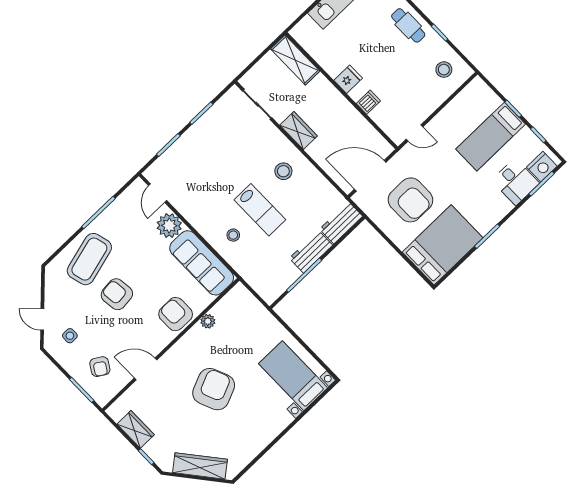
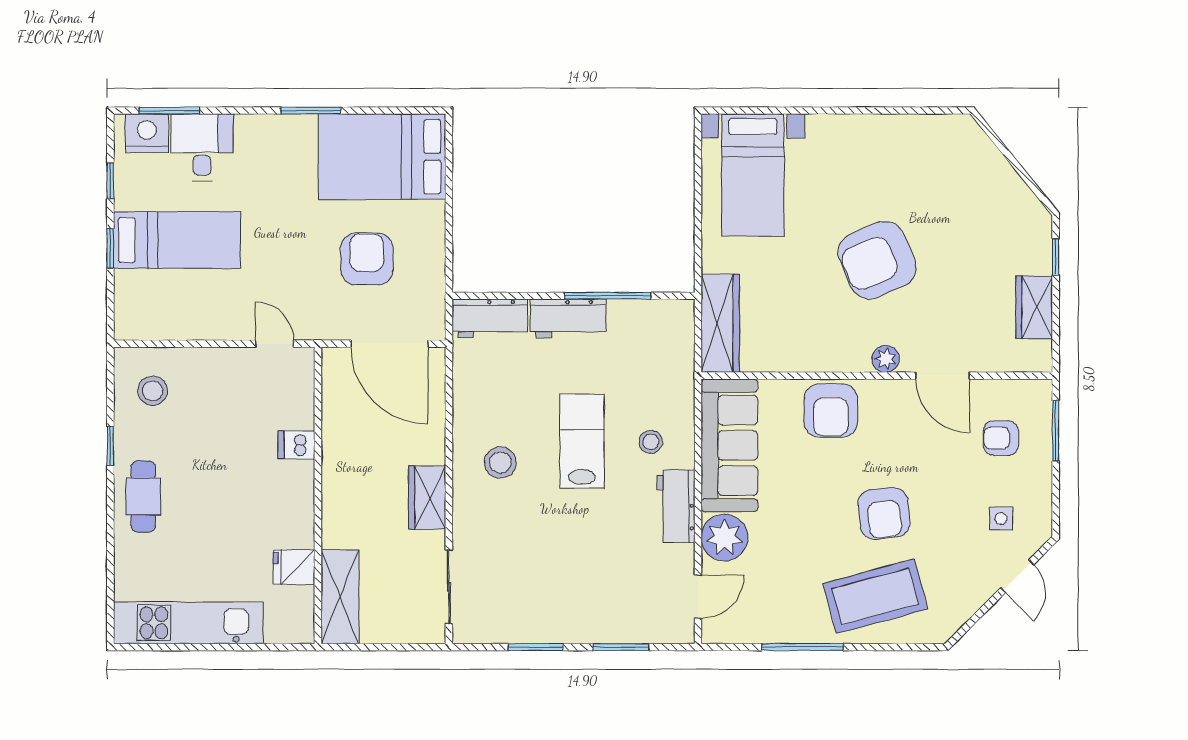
fridge: (348, 79) -> (294, 567), moved
armchair: (410, 200) -> (367, 259), width x0.73, depth x0.73
workbench: (200, 220) -> (676, 506), added
plant: (208, 321) -> (886, 359), moved
armchair: (100, 367) -> (1001, 438), turned -122
wardrobe: (200, 466) -> (720, 323), moved, turned -141

